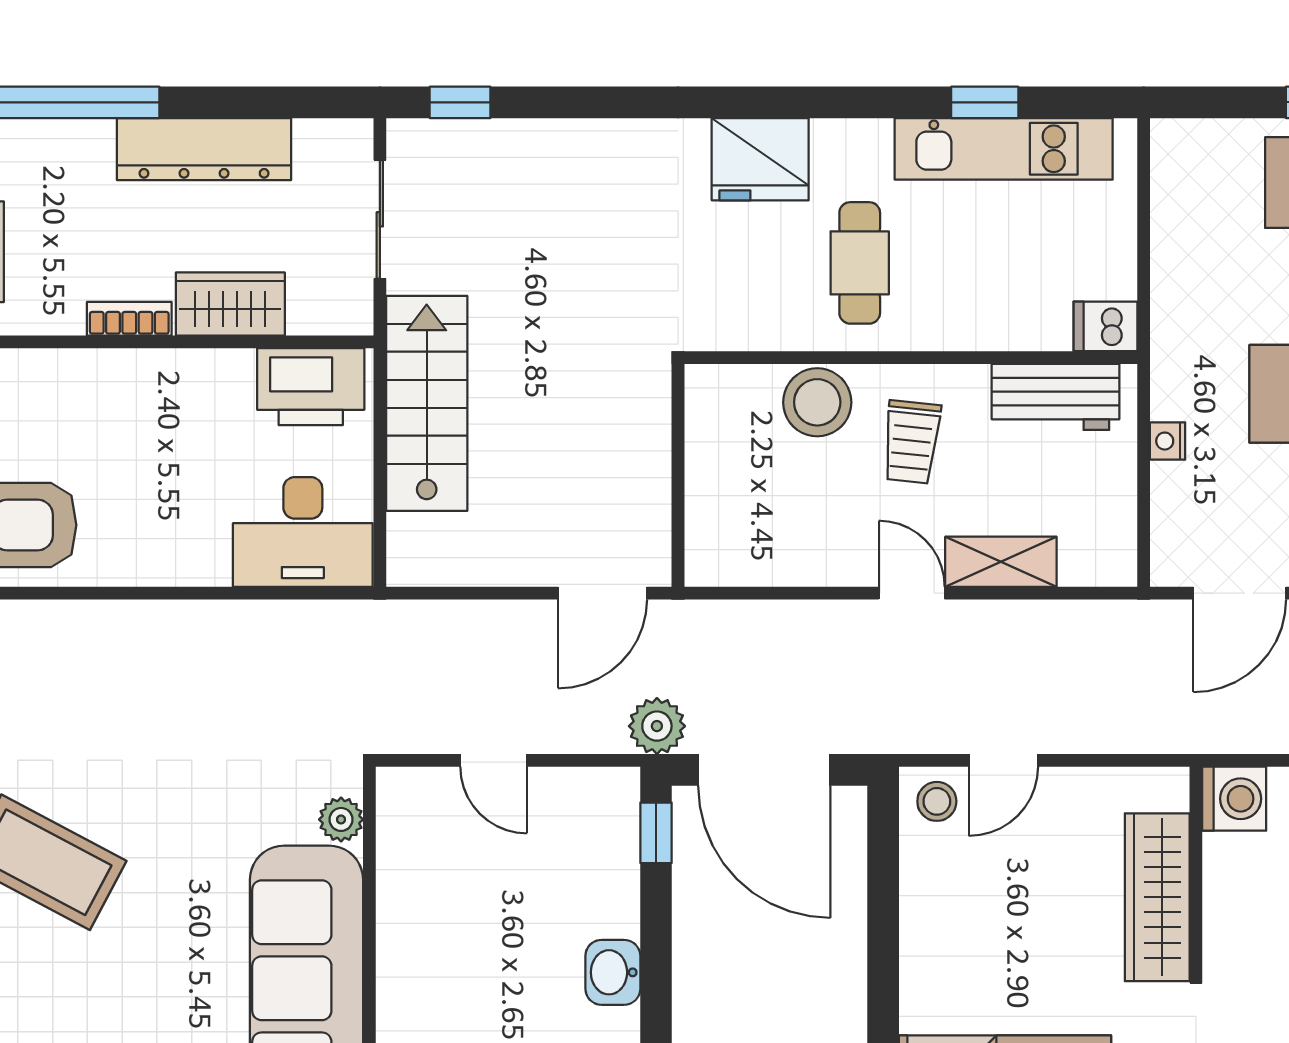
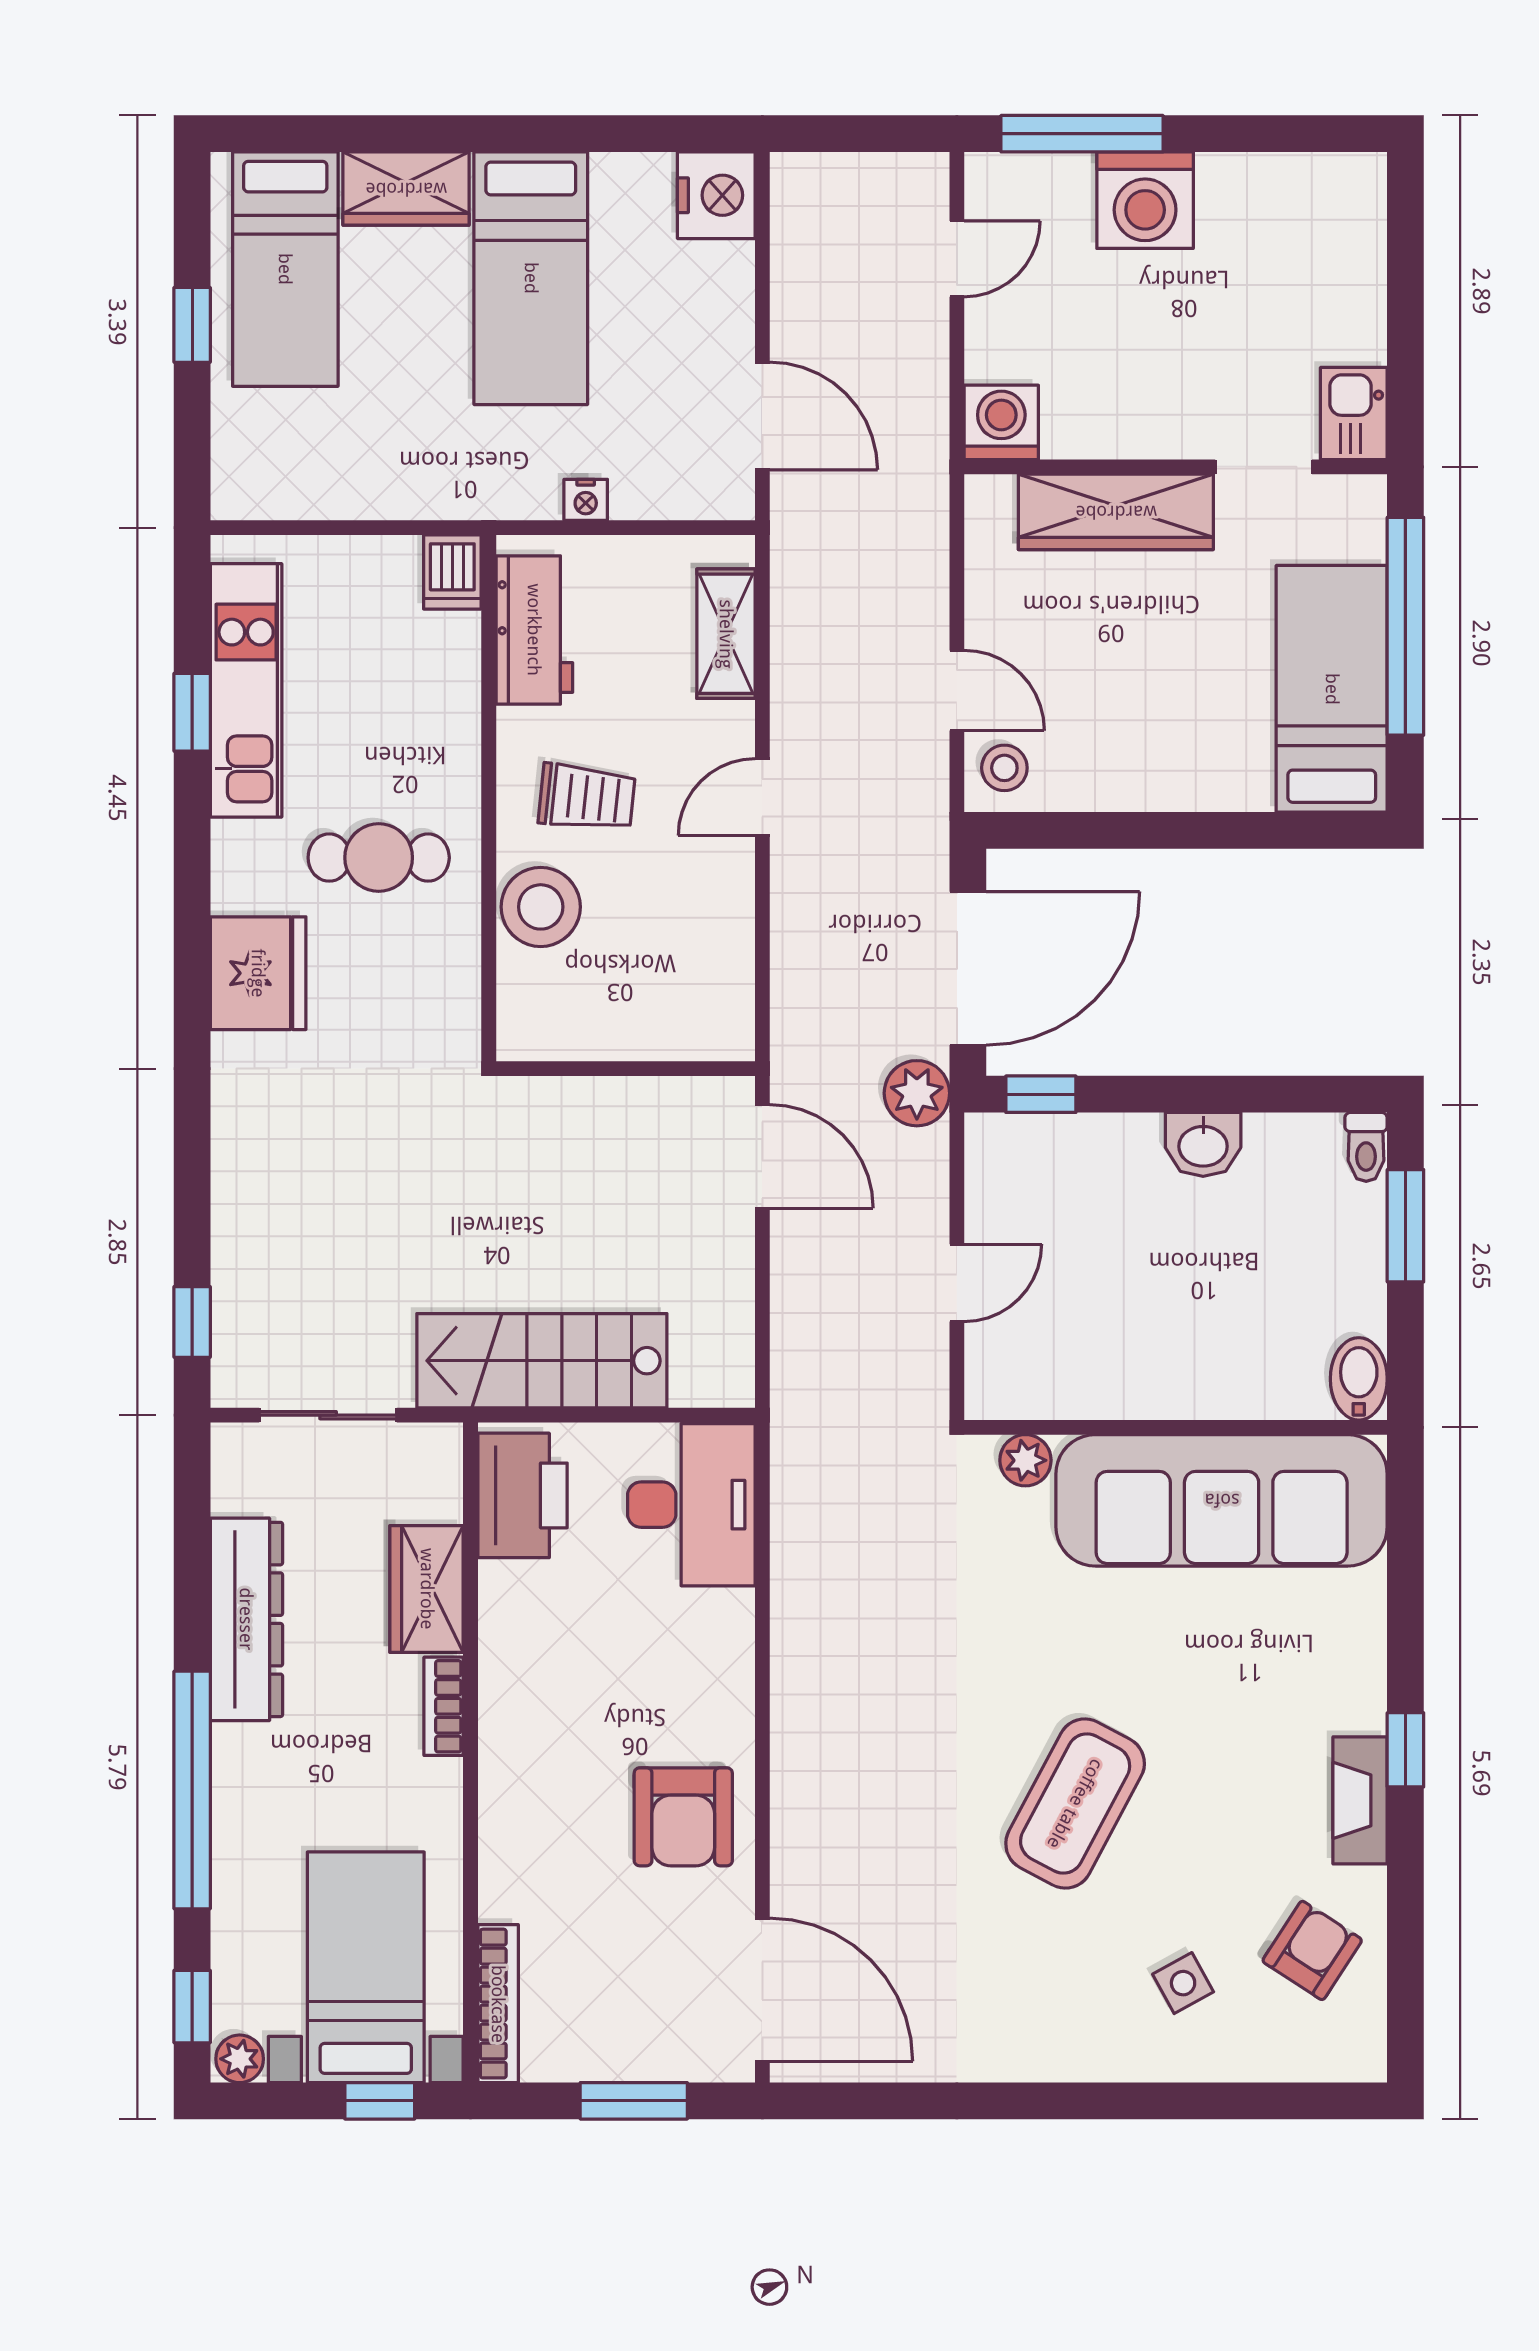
shelving: (1001, 562) -> (726, 634), moved

